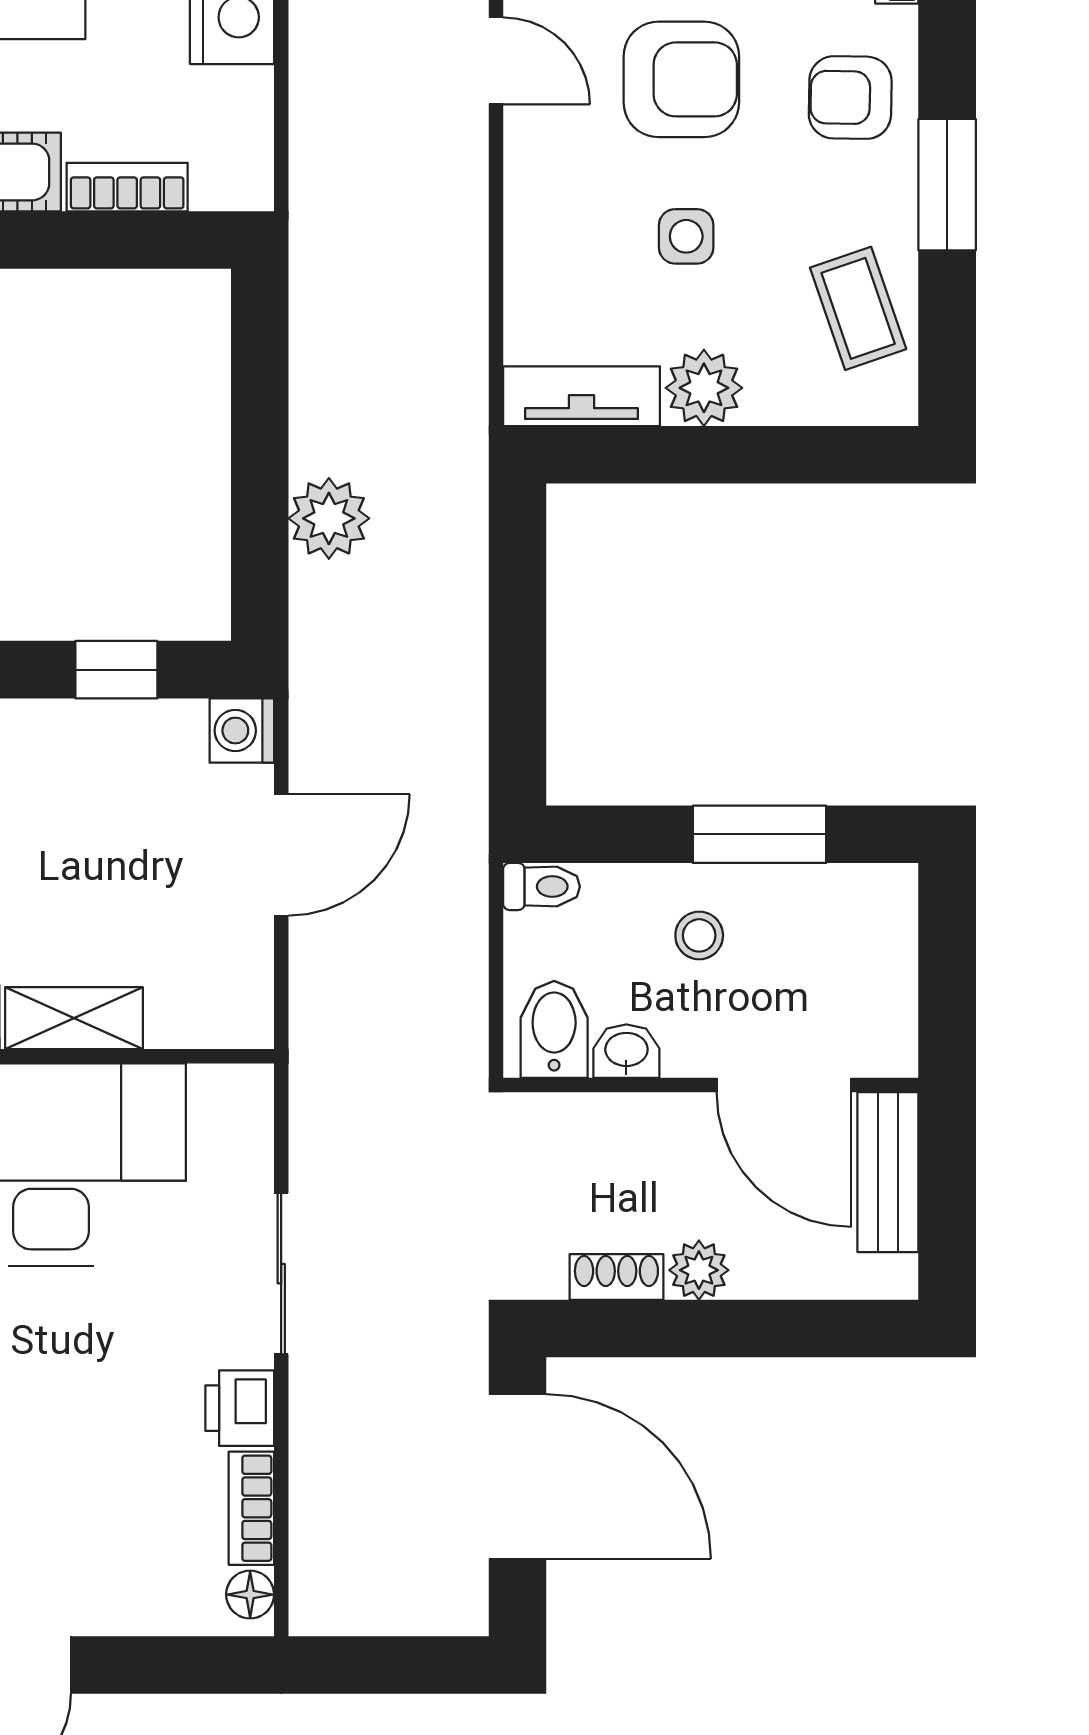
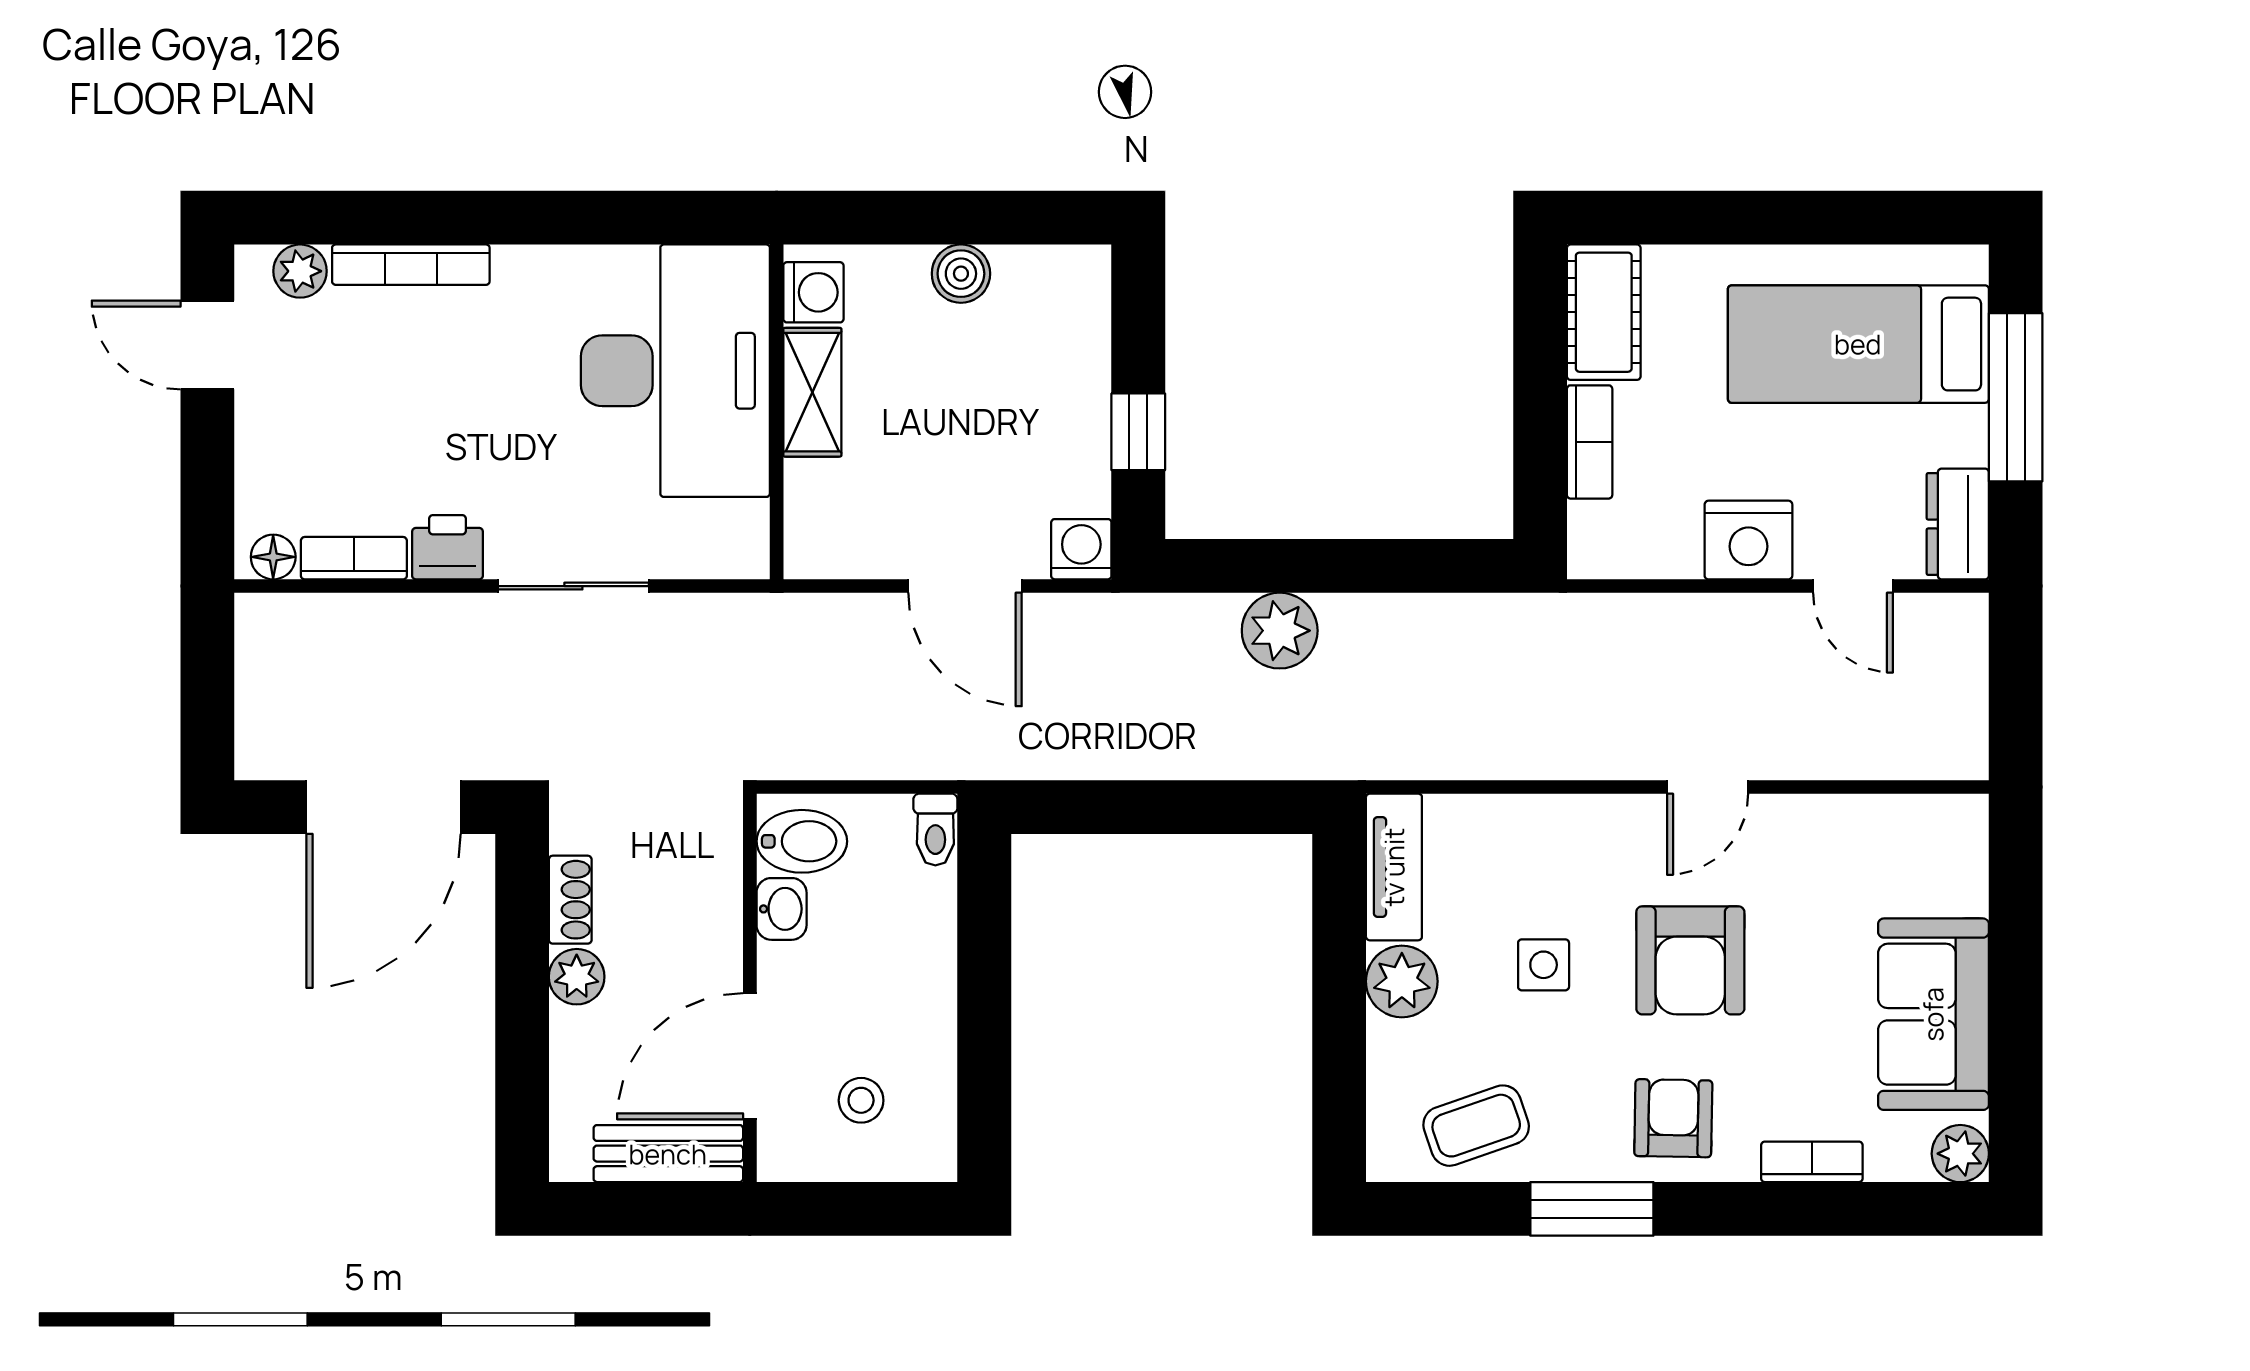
window: (760, 834) -> (984, 1033), removed
stool: (699, 935) -> (861, 1100), moved

